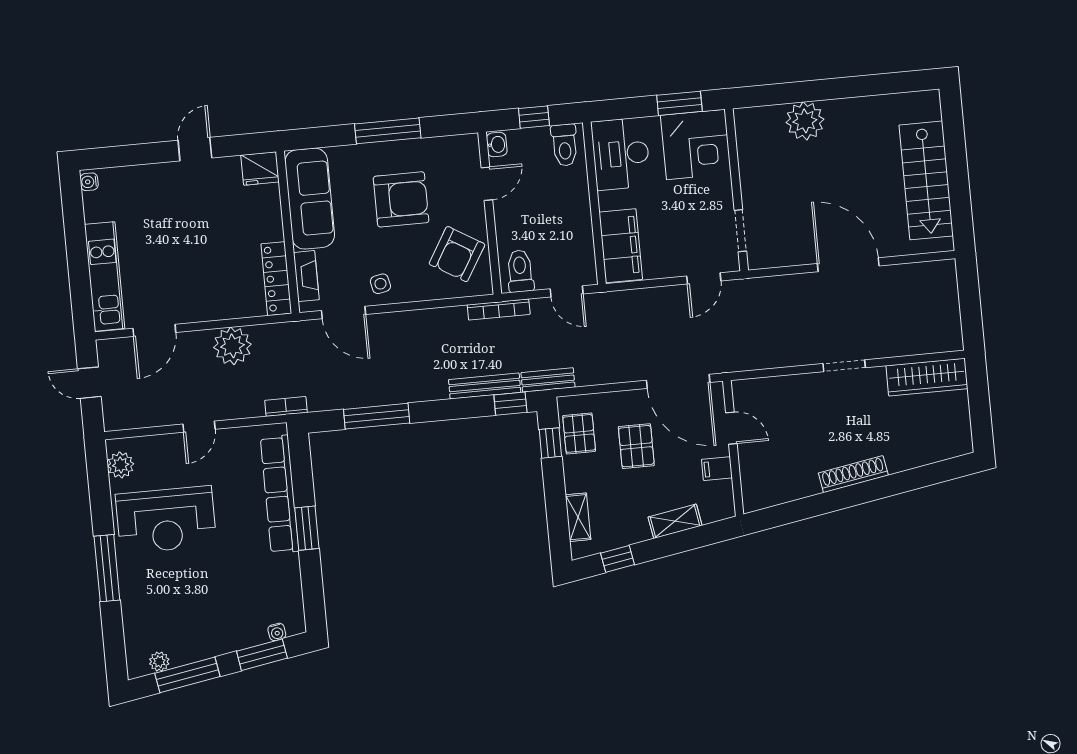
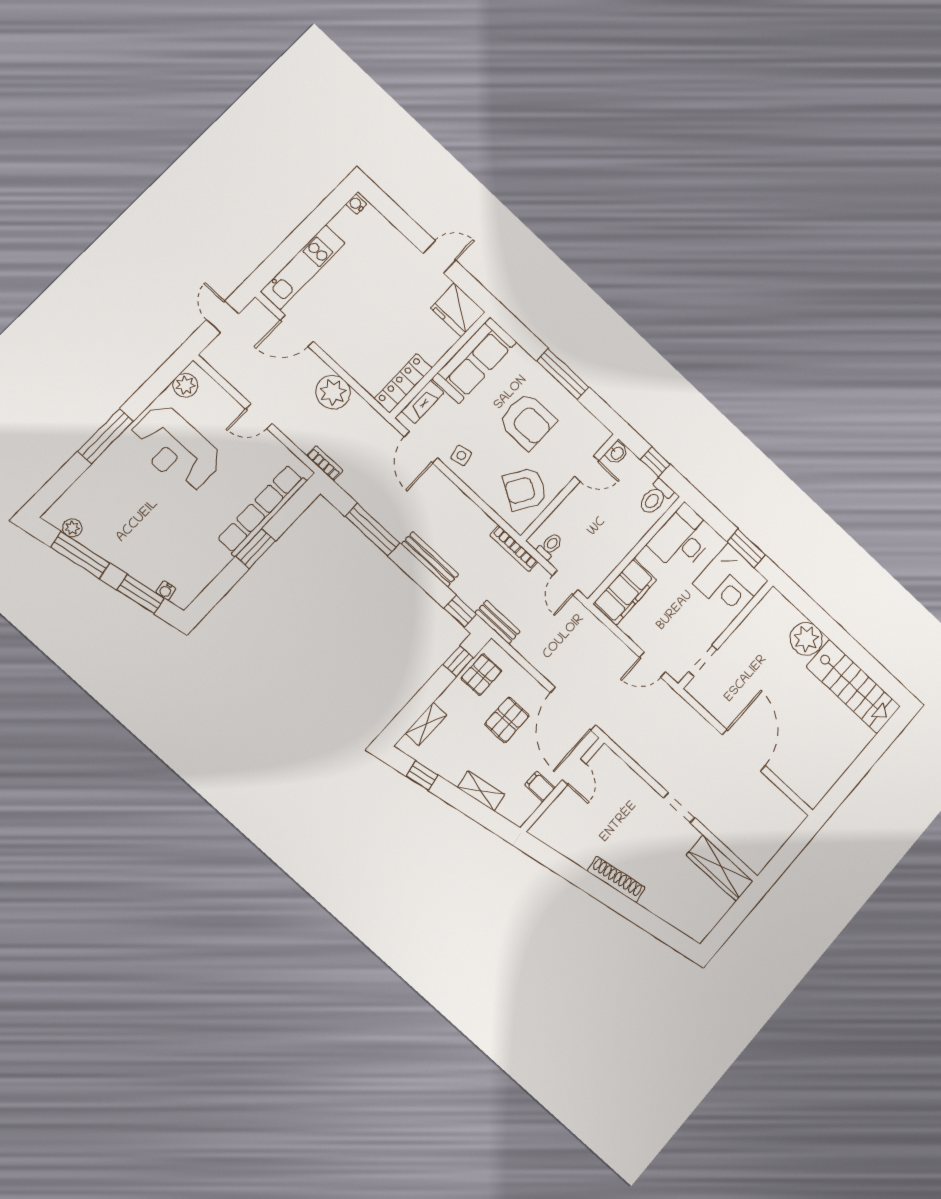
fridge: (260, 168) -> (458, 310), width x1.36, depth x1.34
stairs: (926, 180) -> (853, 687), moved, turned -90
toilet: (520, 271) -> (550, 546), width x0.73, depth x0.72
bench: (485, 386) -> (430, 559), moved

